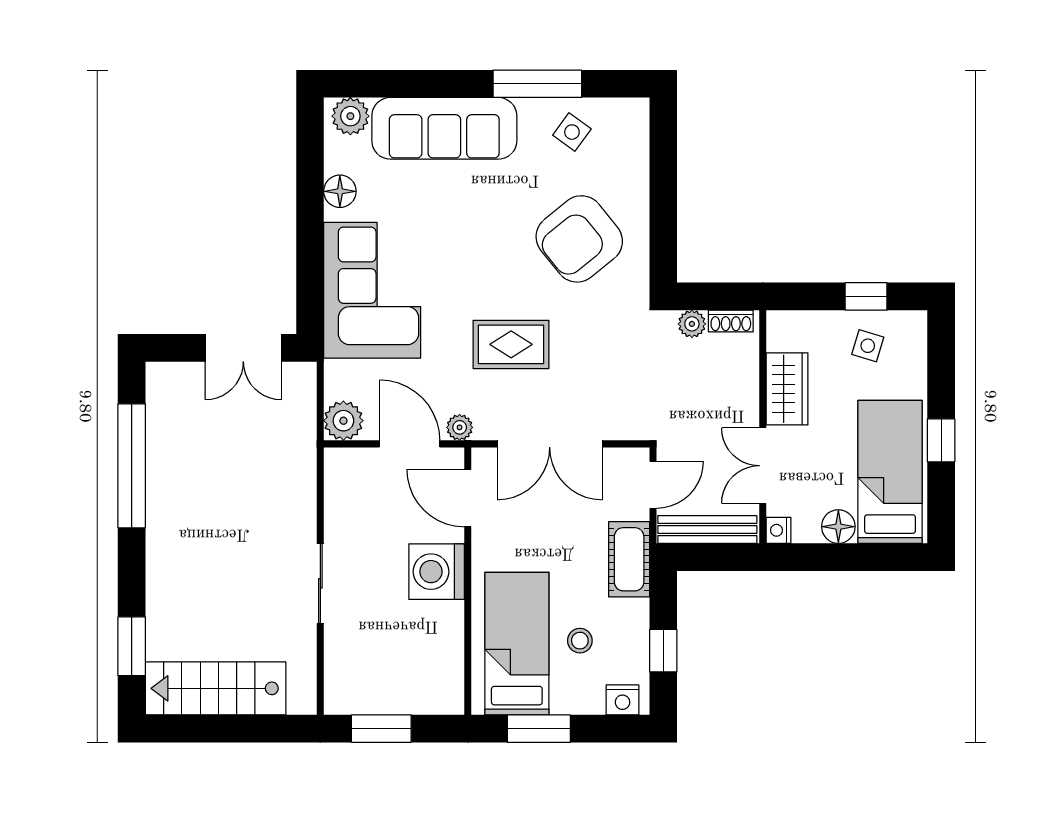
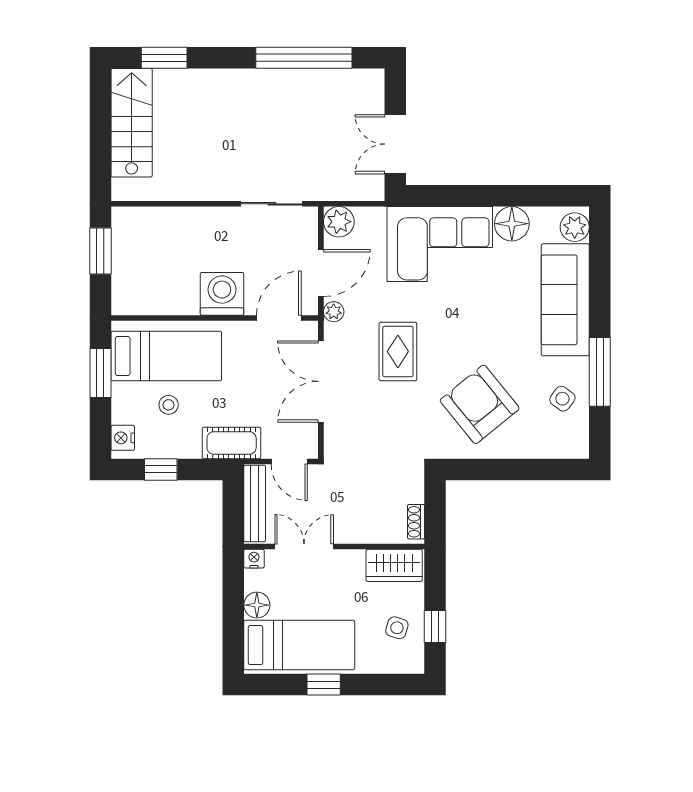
floor lamp: (340, 191) -> (512, 224), width x1.38, depth x1.38
plant: (692, 324) -> (414, 492), removed
wardrobe: (787, 389) -> (394, 565), moved
sliding door: (320, 583) -> (272, 204), moved

